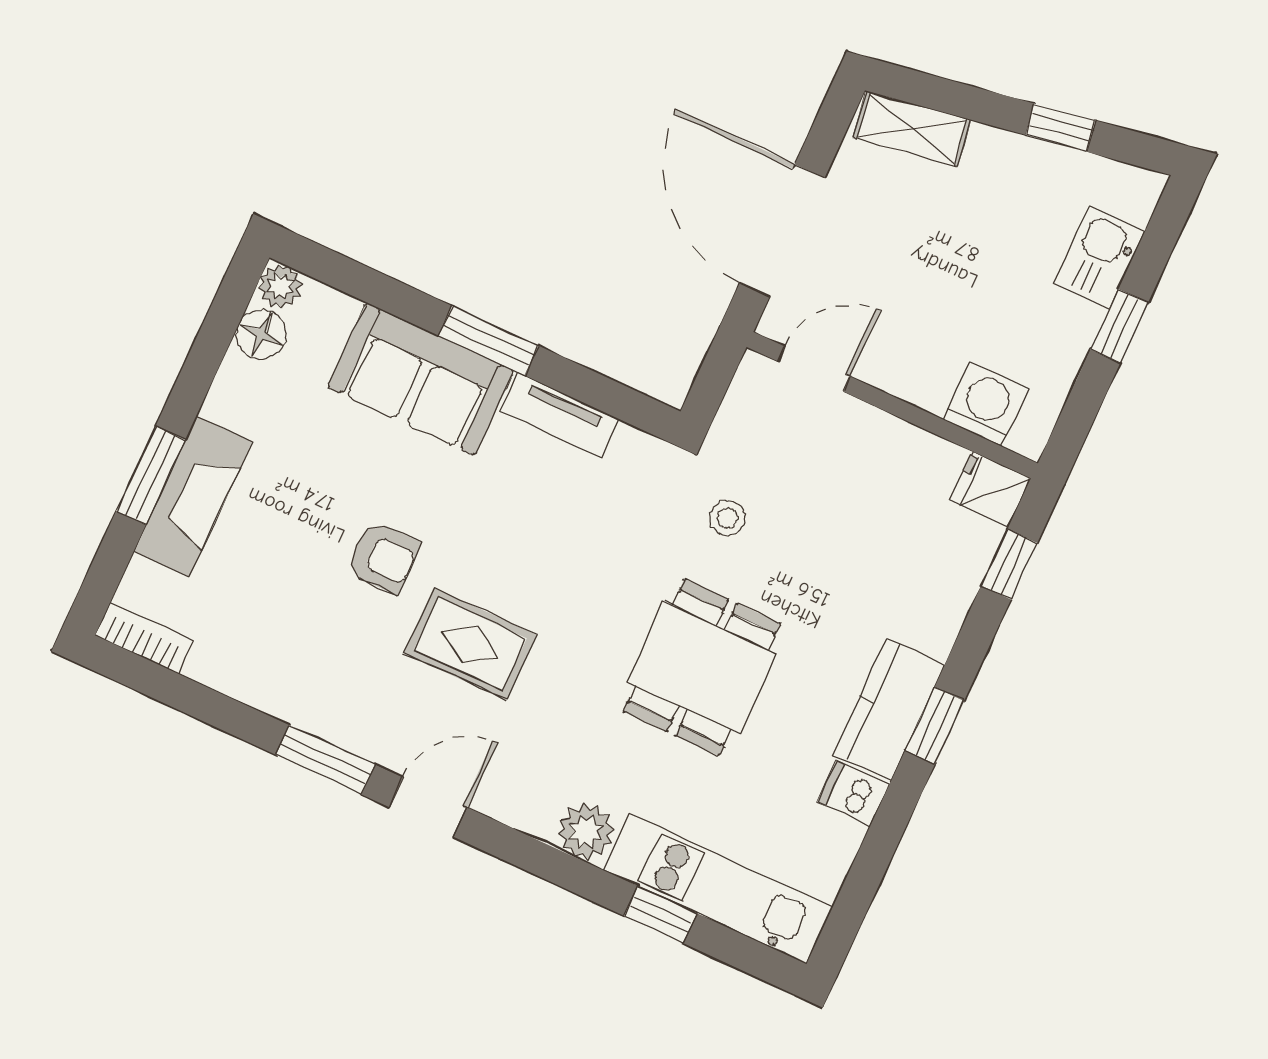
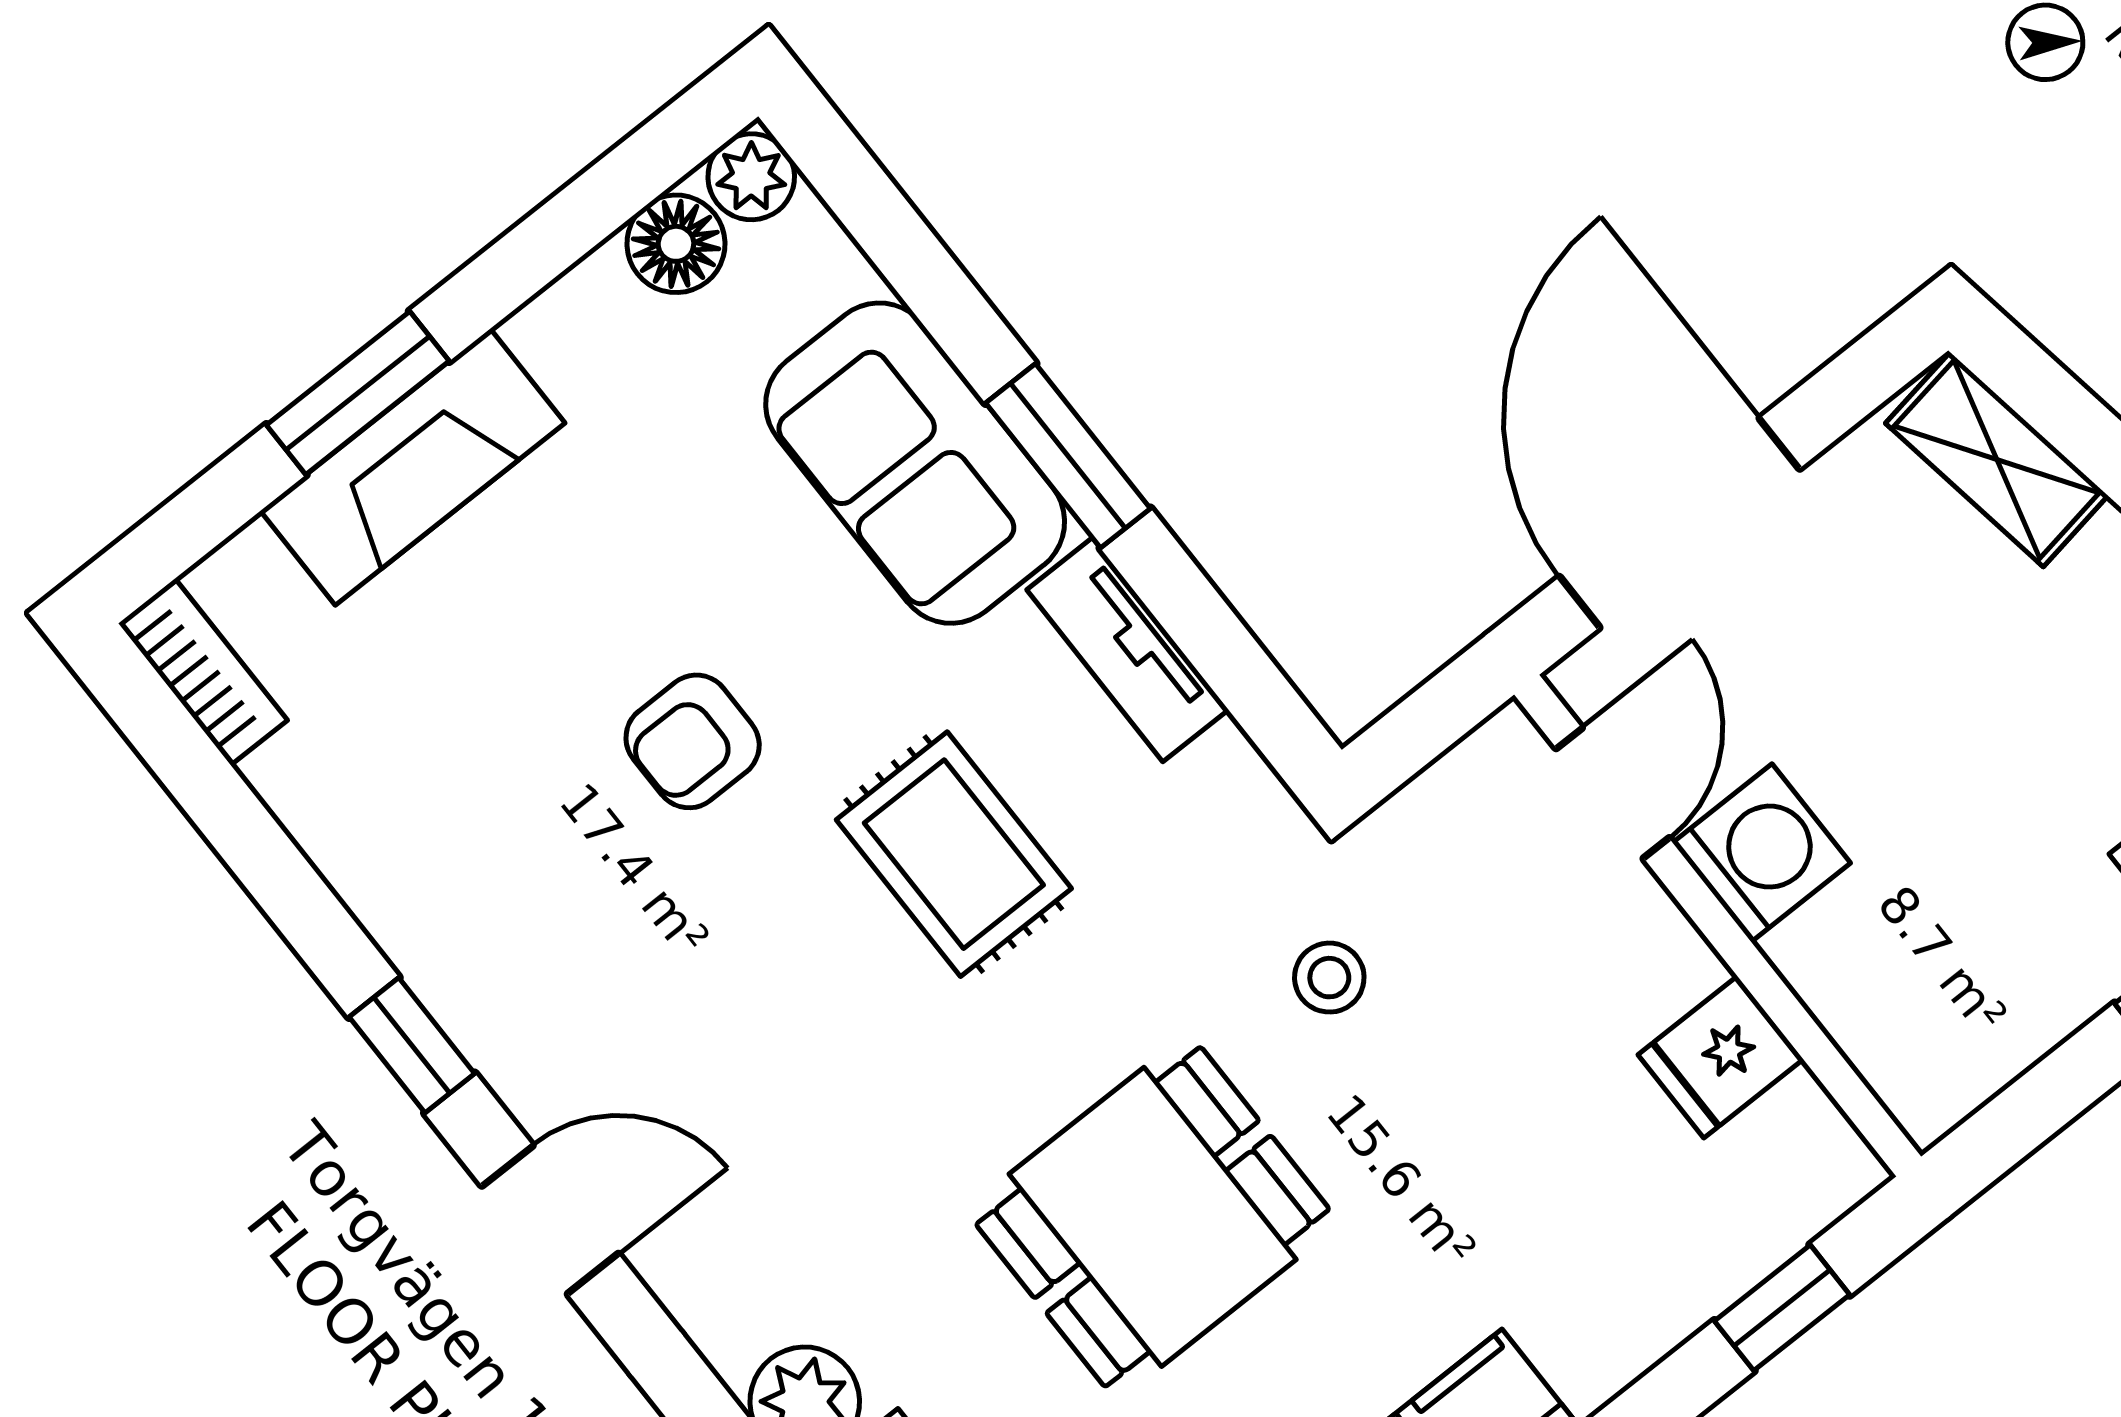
door: (814, 369) -> (1613, 793), hinge flipped
washing machine: (986, 404) -> (1761, 853), moved
fridge: (990, 489) -> (1721, 1057), moved, turned -90
armchair: (383, 557) -> (693, 741), turned 90
rug: (470, 644) -> (954, 854), moved
window: (325, 760) -> (412, 1045), width x0.67

